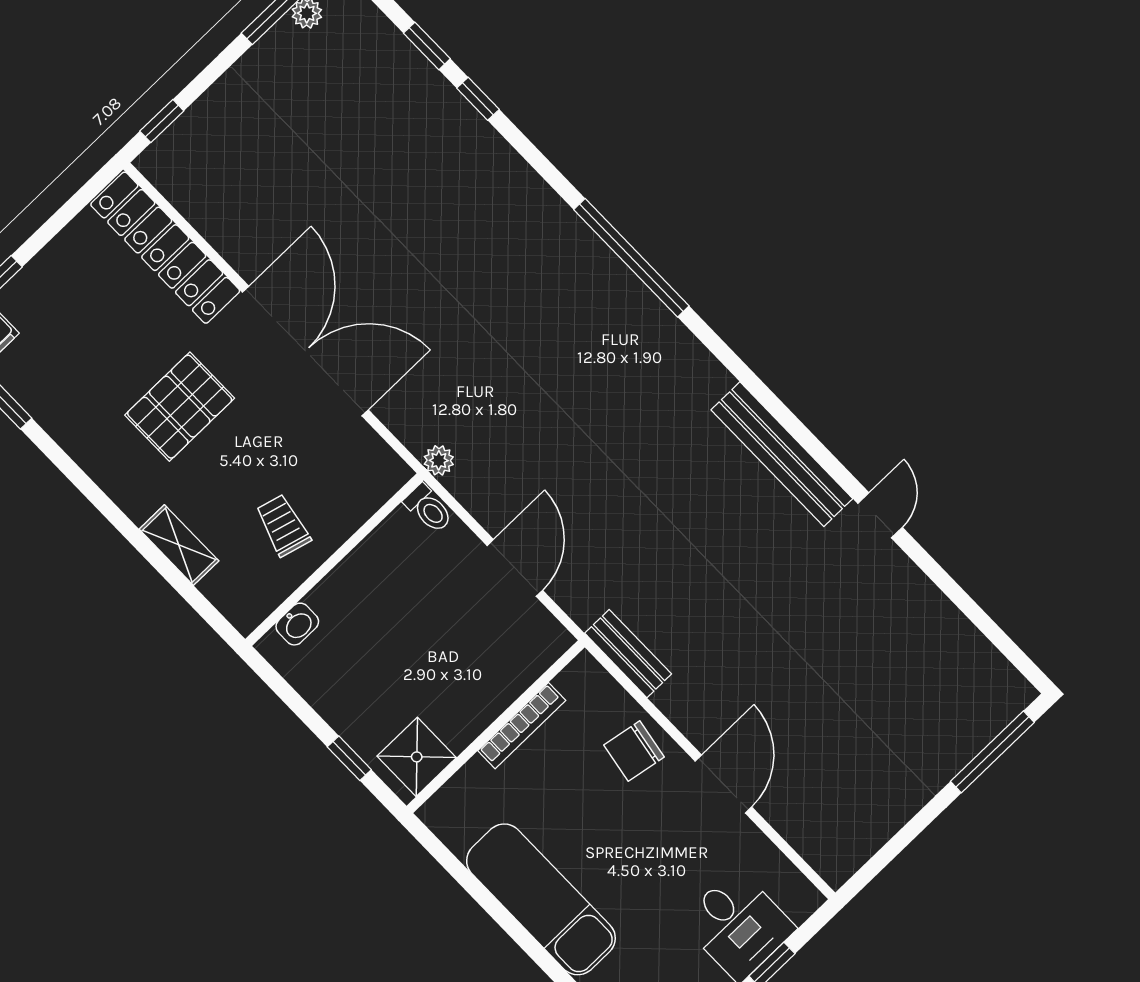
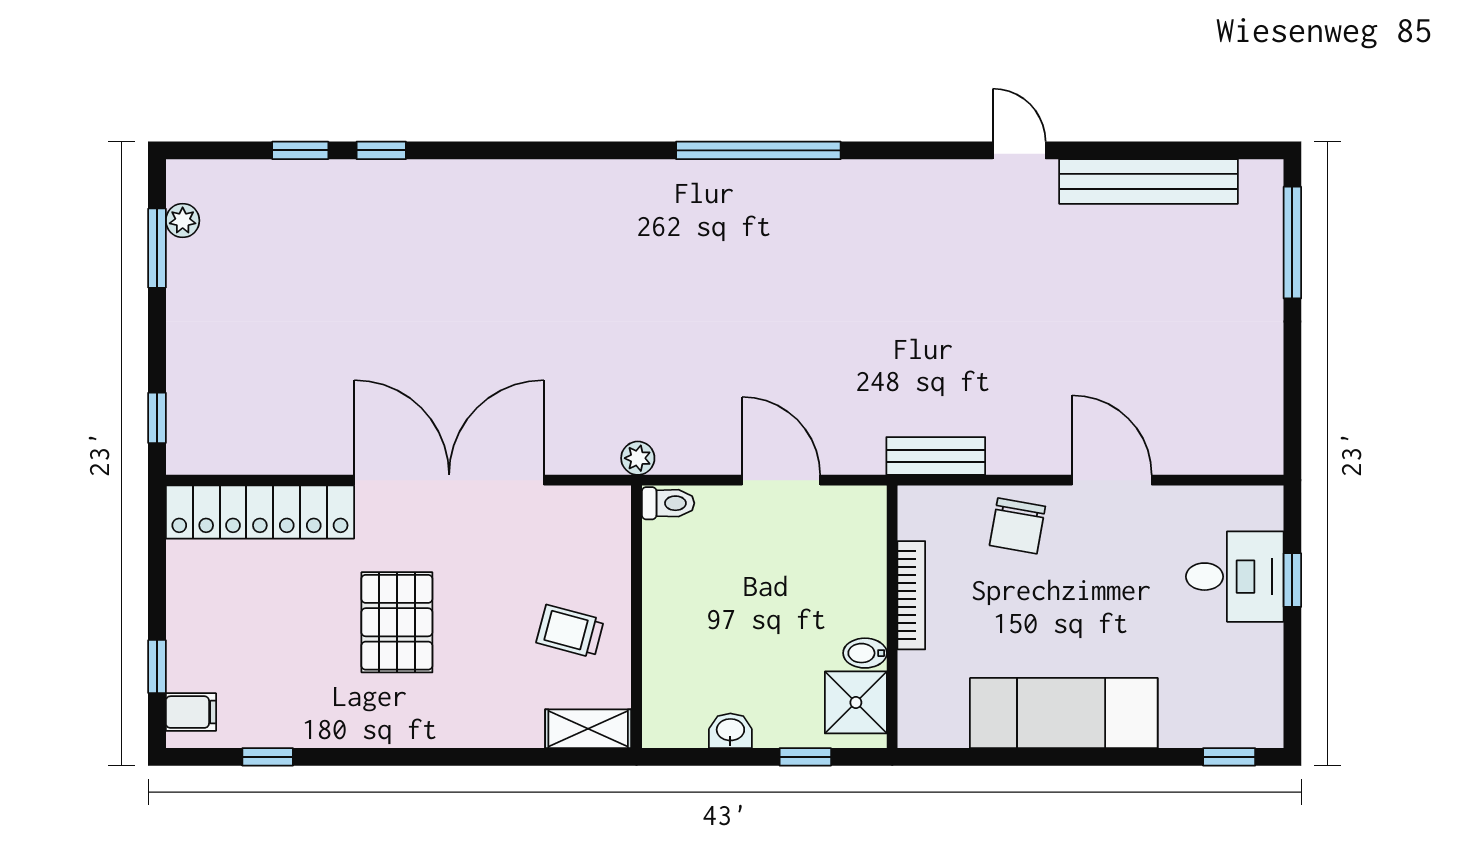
window: (631, 258) -> (758, 150), moved
bench: (782, 454) -> (1148, 181), moved
shelving: (179, 545) -> (588, 729), moved
washbasin: (297, 624) -> (730, 731), moved, turned -90
bidet: (455, 732) -> (865, 653), added

